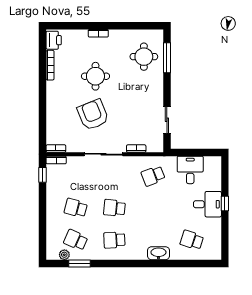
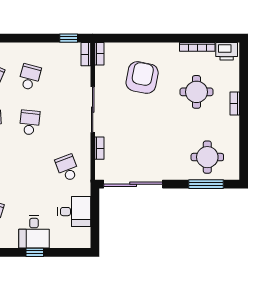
round table: (95, 76) -> (196, 92), moved
armchair: (93, 115) -> (142, 78), moved, turned -57
sliding door: (167, 120) -> (133, 184), width x1.86

